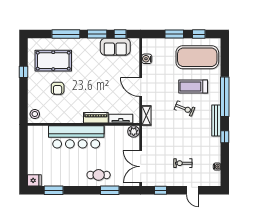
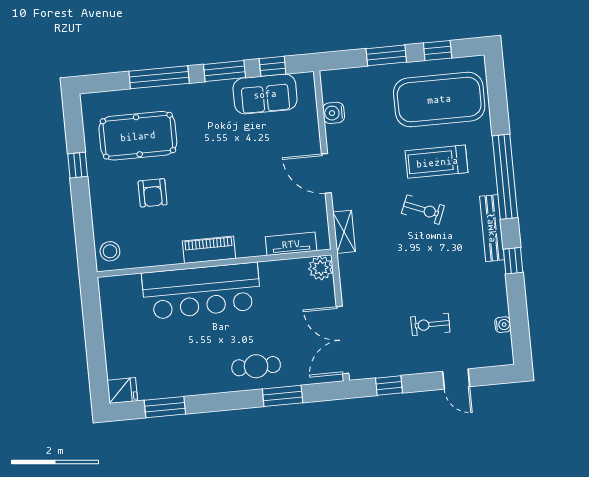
piano: (96, 118) -> (209, 250), moved

